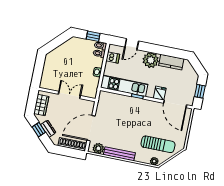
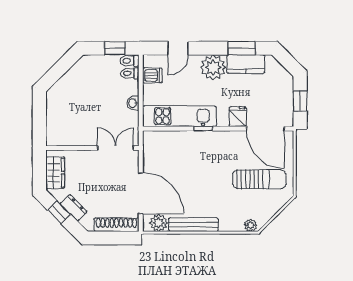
window: (171, 52) -> (242, 48), added
double door: (69, 95) -> (115, 148), moved
door: (91, 128) -> (141, 193), swing flipped
sun lounger: (158, 144) -> (259, 179), moved

